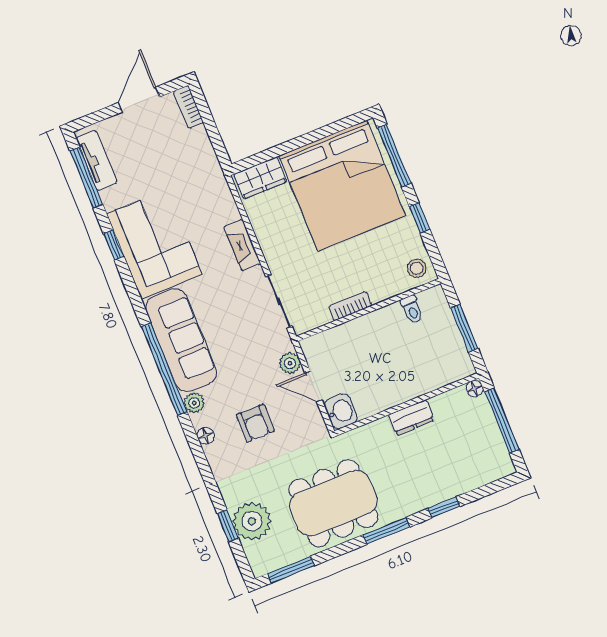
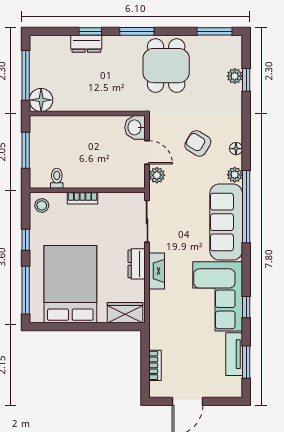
bookcase: (188, 107) -> (155, 365), moved
tv unit: (97, 161) -> (234, 354), moved
window: (86, 177) -> (246, 362), width x0.69
bed: (342, 186) -> (70, 284), width x0.73
dresser: (270, 244) -> (137, 264), added
bookcase: (350, 306) -> (83, 198), moved
floor lamp: (475, 389) -> (41, 100), width x1.89, depth x1.89
dresser: (411, 418) -> (86, 44), moved, turned 180
armchair: (255, 423) -> (198, 143), turned -59
dining table: (333, 503) -> (166, 66), width x0.73
plant: (252, 521) -> (235, 76), width x0.53, depth x0.53

